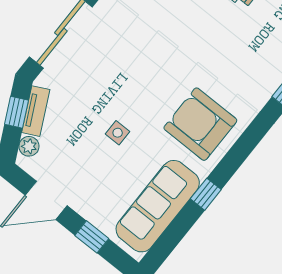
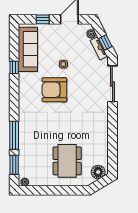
armchair: (200, 124) -> (54, 90), moved, turned 180

